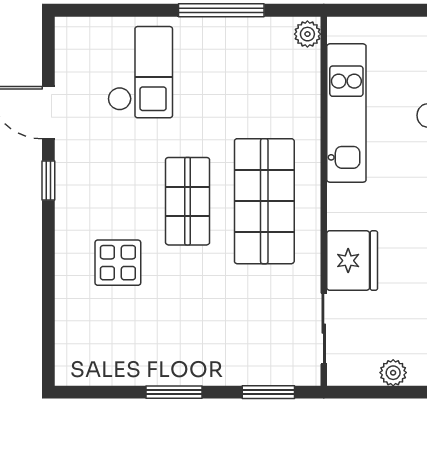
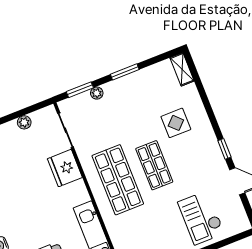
shelving: (68, 356) -> (182, 69), added
plant: (240, 374) -> (97, 93), added

